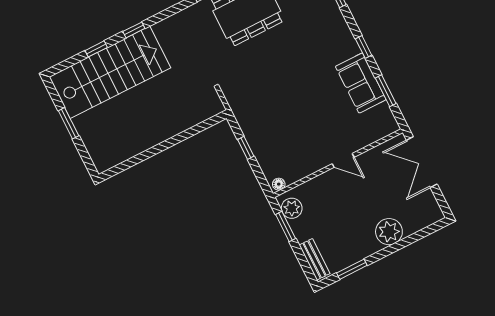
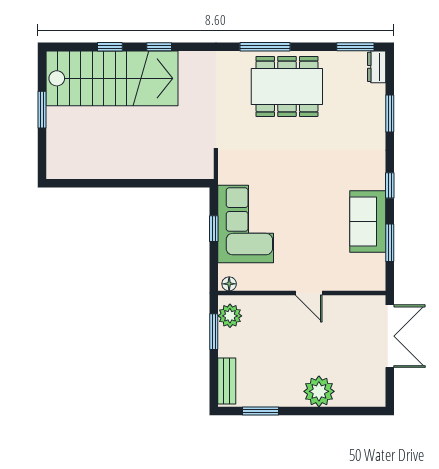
corner sofa: (268, 132) -> (246, 224), added
double door: (422, 162) -> (390, 336), swing flipped

